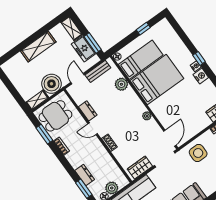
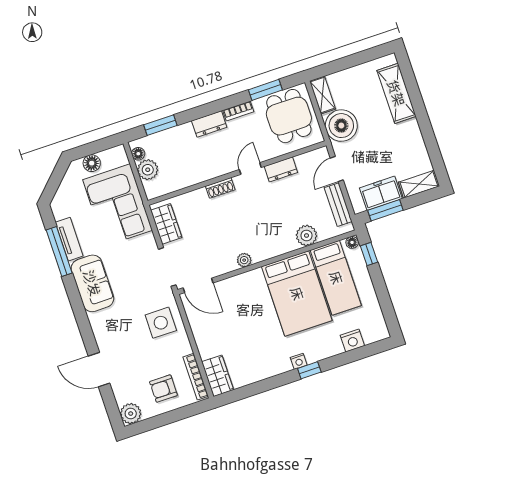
window: (143, 29) -> (369, 254), moved
shelving: (38, 47) -> (396, 93), moved
nightstand: (201, 76) -> (352, 340), moved
door: (77, 79) -> (337, 169), swing flipped
dresser: (85, 175) -> (209, 124), moved

